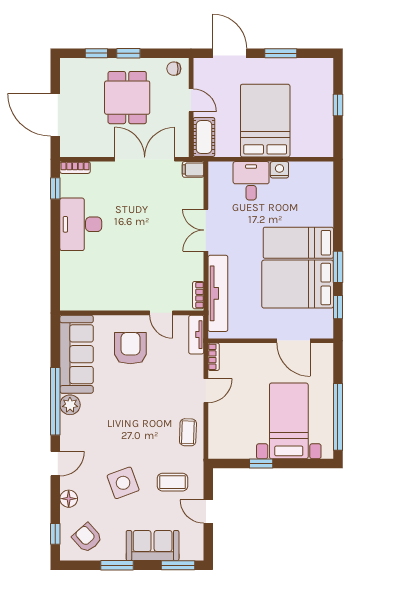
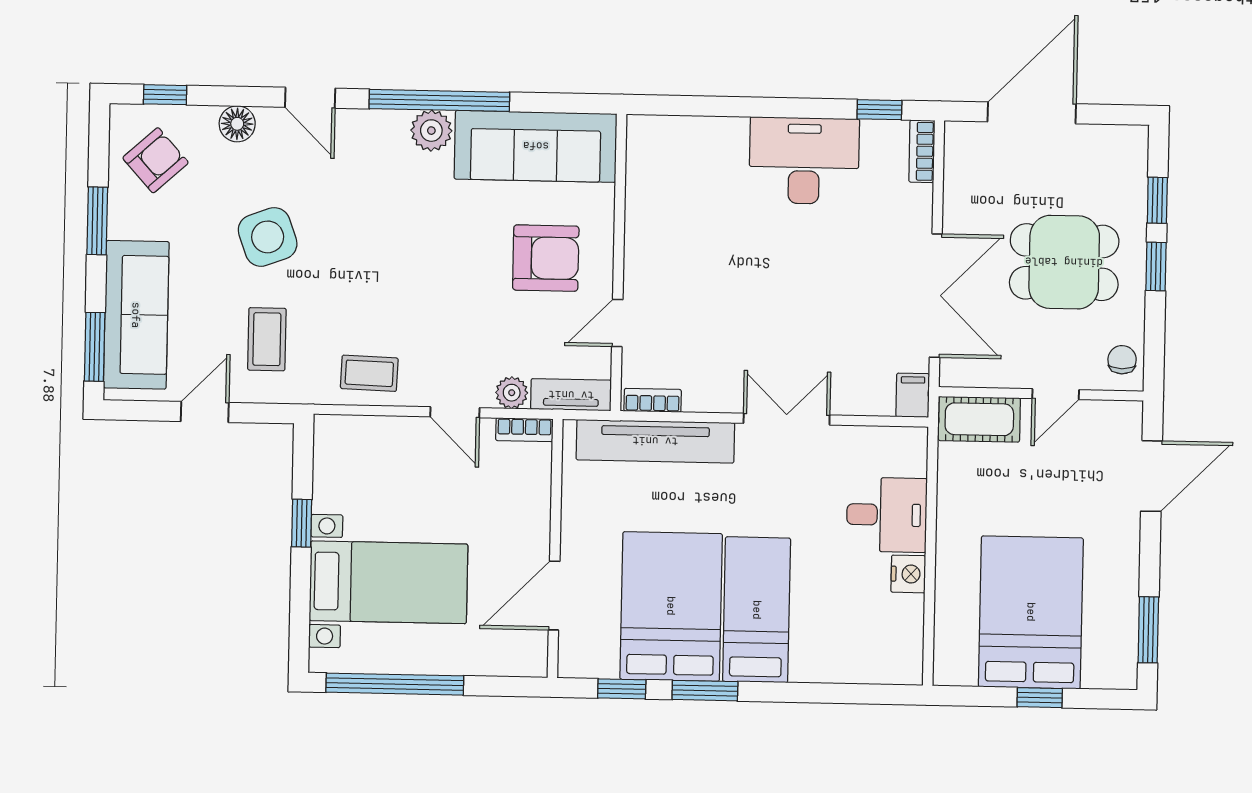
window: (281, 53) -> (1148, 630), moved
bed: (265, 121) -> (1031, 612), moved, turned -90
plant: (196, 363) -> (512, 393), added
sofa: (153, 546) -> (136, 315), width x1.36

